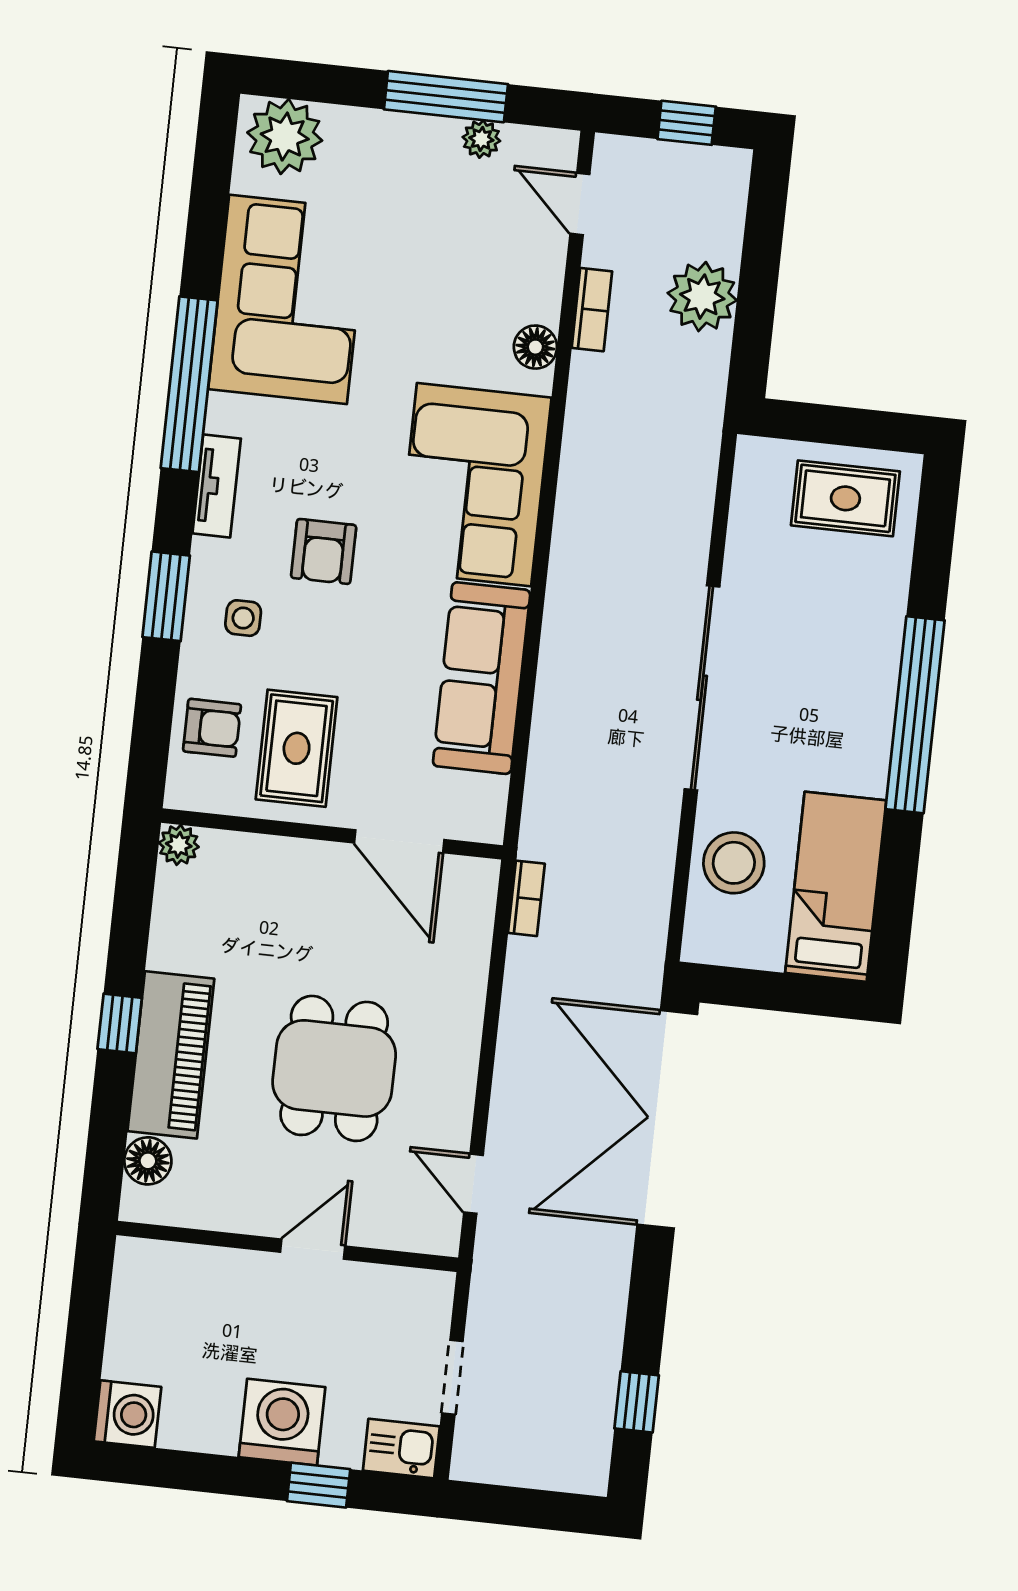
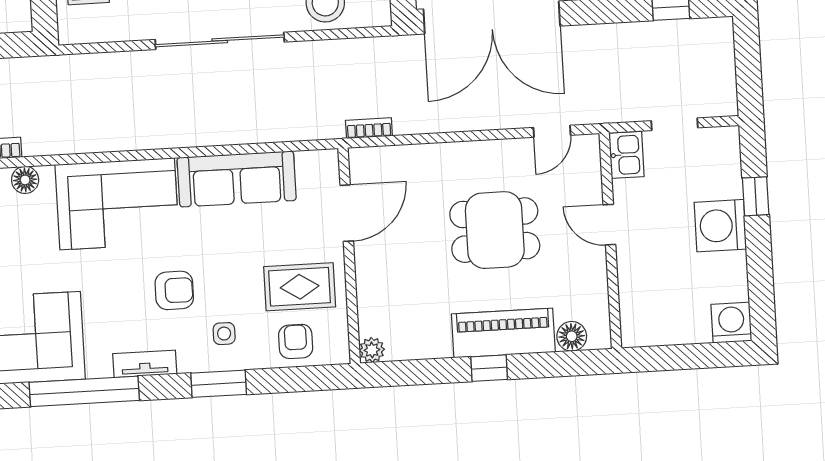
kitchen sink: (401, 1448) -> (626, 155), moved, turned 180

